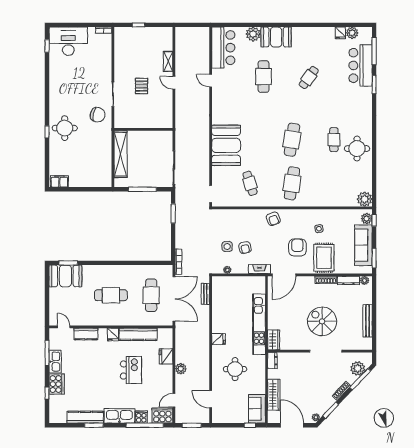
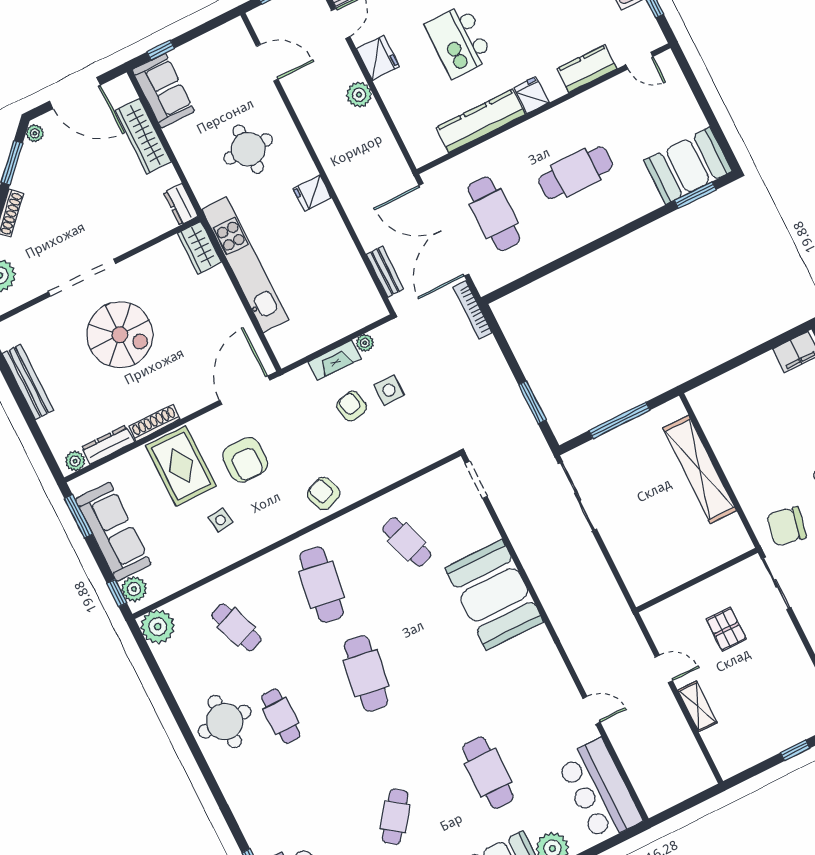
wall: (143, 129) -> (697, 580), moved
cafe table: (334, 183) -> (236, 627), added
fireplace: (259, 269) -> (334, 360), moved
fridge: (166, 356) -> (378, 58), moved

